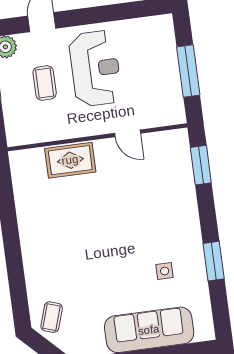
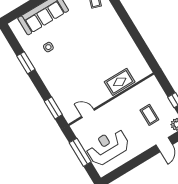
reception desk: (95, 68) -> (108, 147), moved, turned 90
door: (128, 133) -> (88, 113), moved

